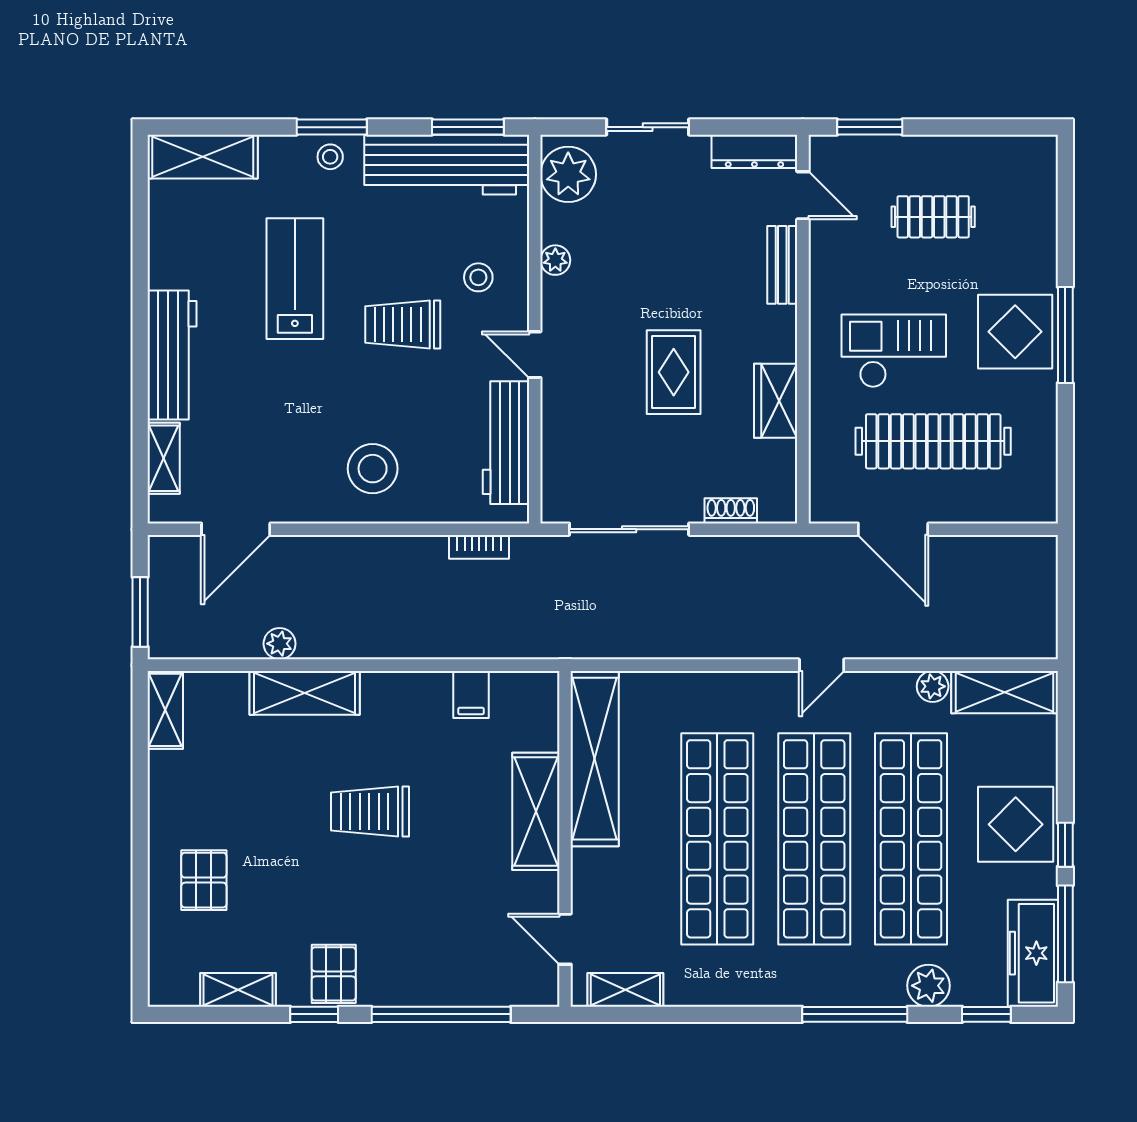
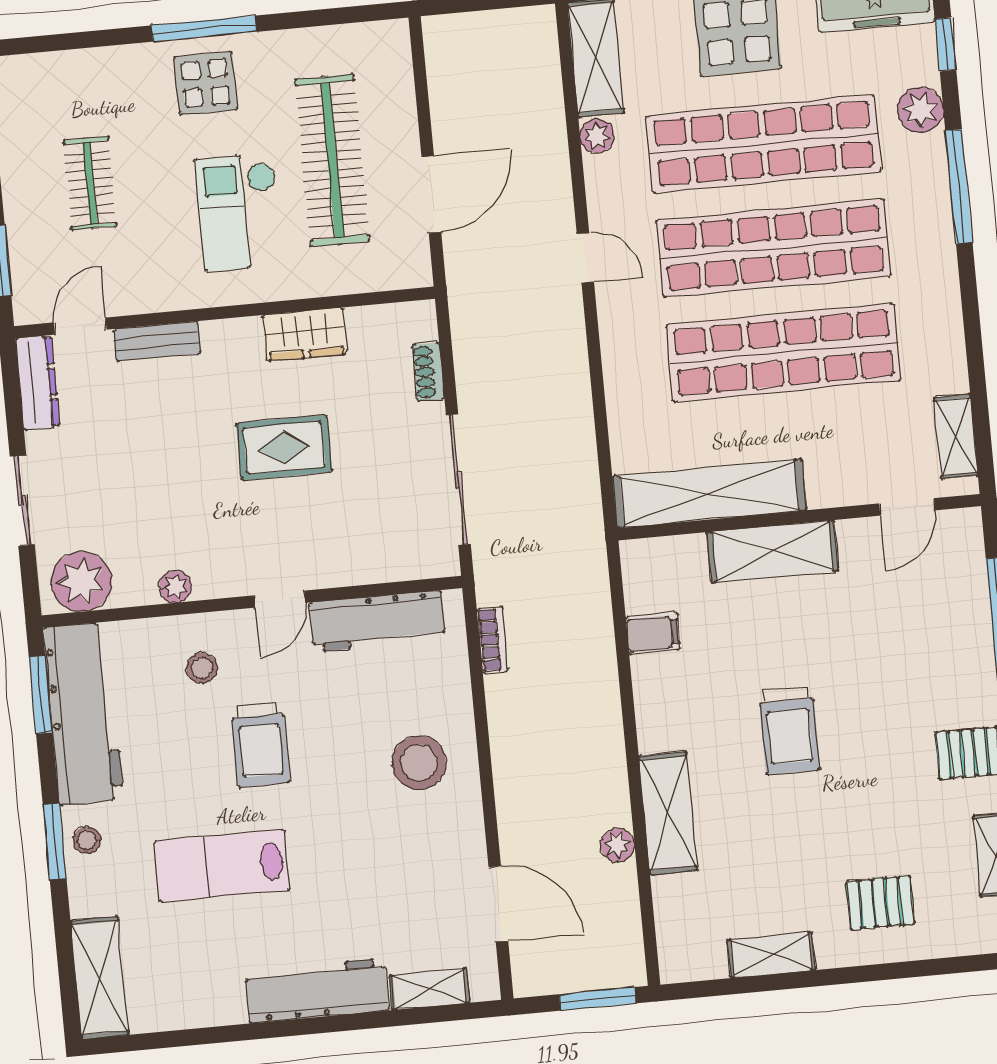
display table: (1015, 332) -> (206, 83), width x0.73, depth x0.73
shelving: (165, 710) -> (771, 955), moved

